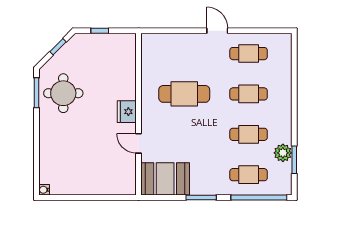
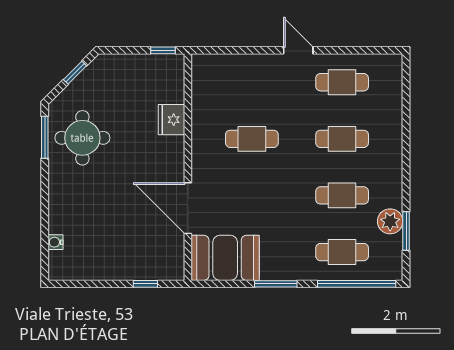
window: (100, 31) -> (163, 50), moved
cafe table: (184, 94) -> (252, 139), width x0.73, depth x0.74
fridge: (127, 112) -> (171, 120), moved
door: (139, 143) -> (188, 208), width x1.88
water cooler: (44, 190) -> (56, 242), moved
window: (108, 197) -> (145, 284), added

